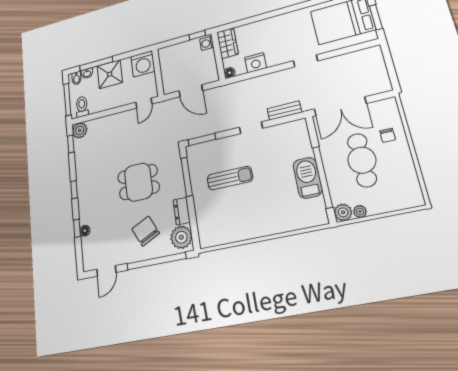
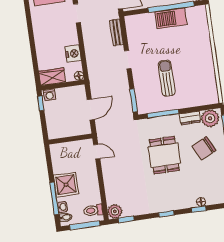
washing machine: (143, 64) -> (60, 153), removed

